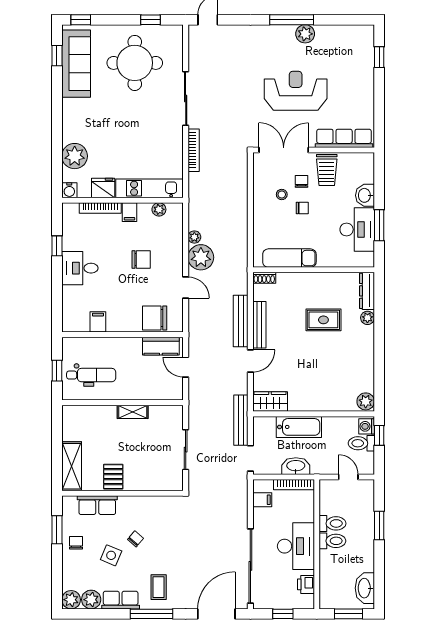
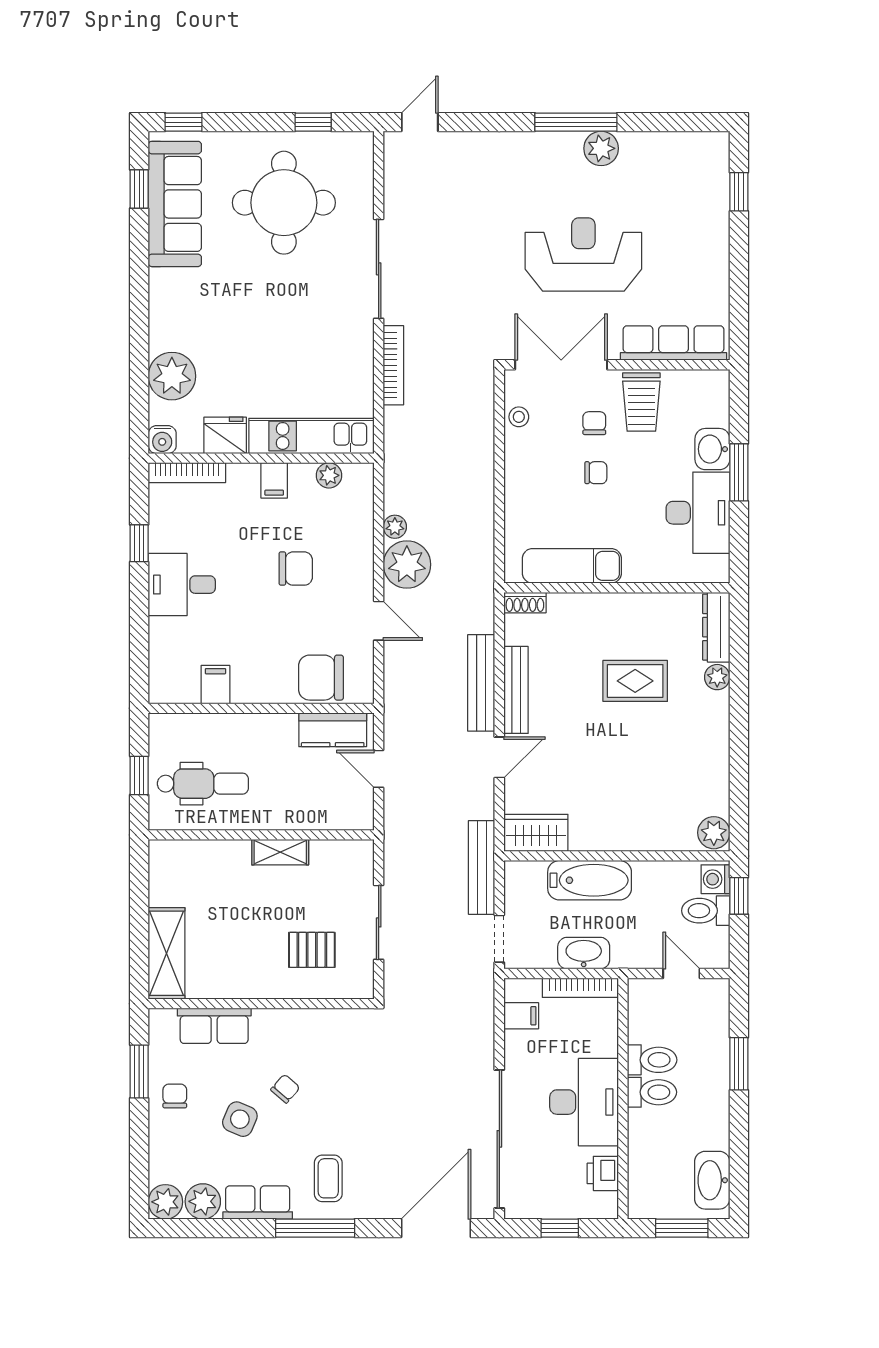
stool: (282, 194) -> (519, 417), moved
bookcase: (100, 208) -> (187, 473), moved
window: (379, 225) -> (739, 472), moved
pallet: (113, 477) -> (312, 950), moved, turned 90

